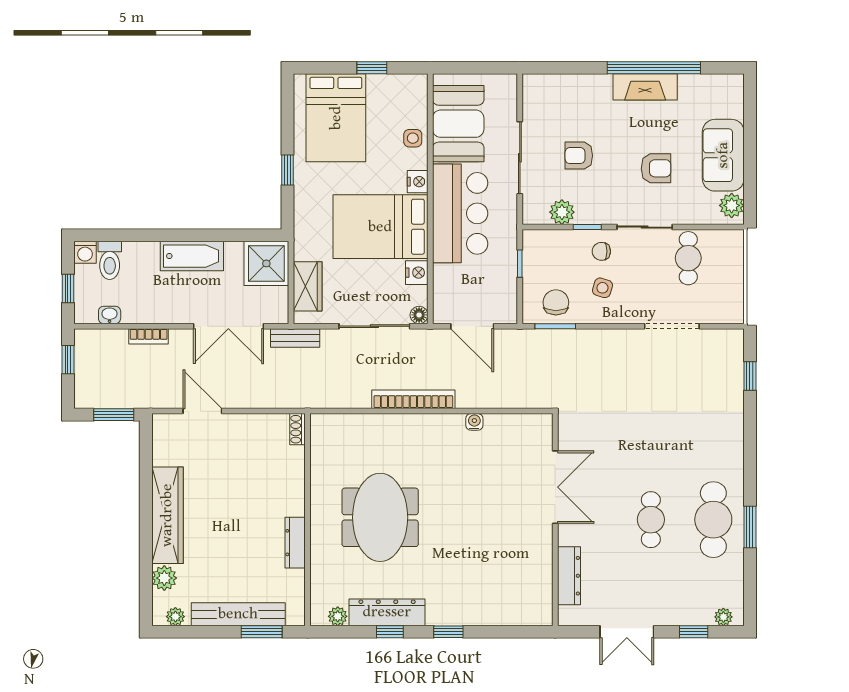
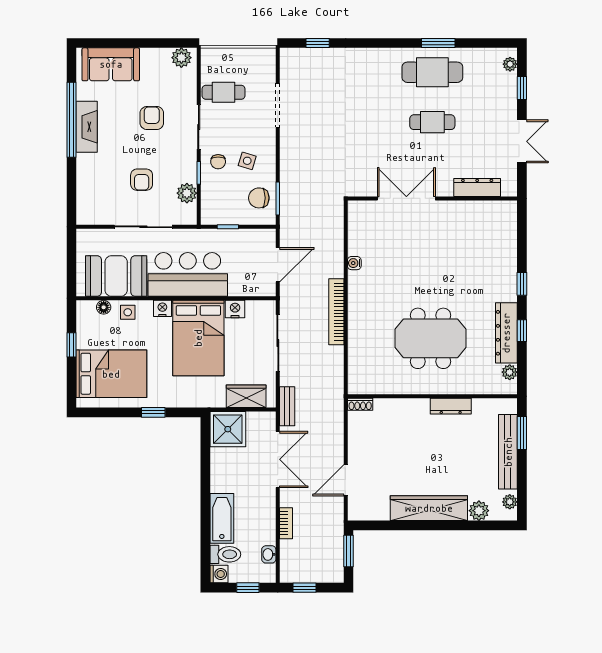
sofa: (723, 155) -> (111, 64), moved
bathtub: (192, 256) -> (222, 518), moved
floor lamp: (419, 315) -> (104, 307), moved

